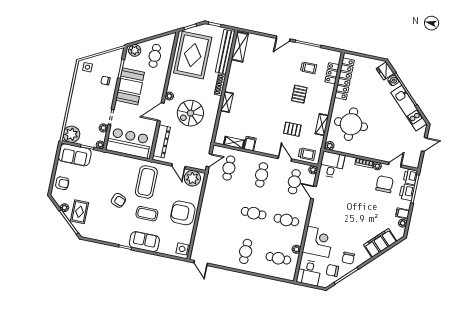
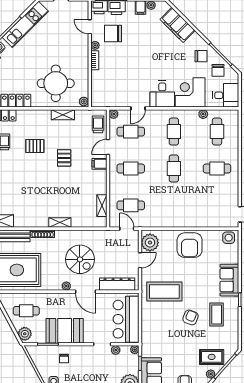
pallet: (292, 129) -> (64, 158), moved
filing cabinet: (250, 144) -> (100, 164), moved
desk: (332, 165) -> (162, 94), moved, turned -90
coffee table: (147, 214) -> (217, 314), moved

